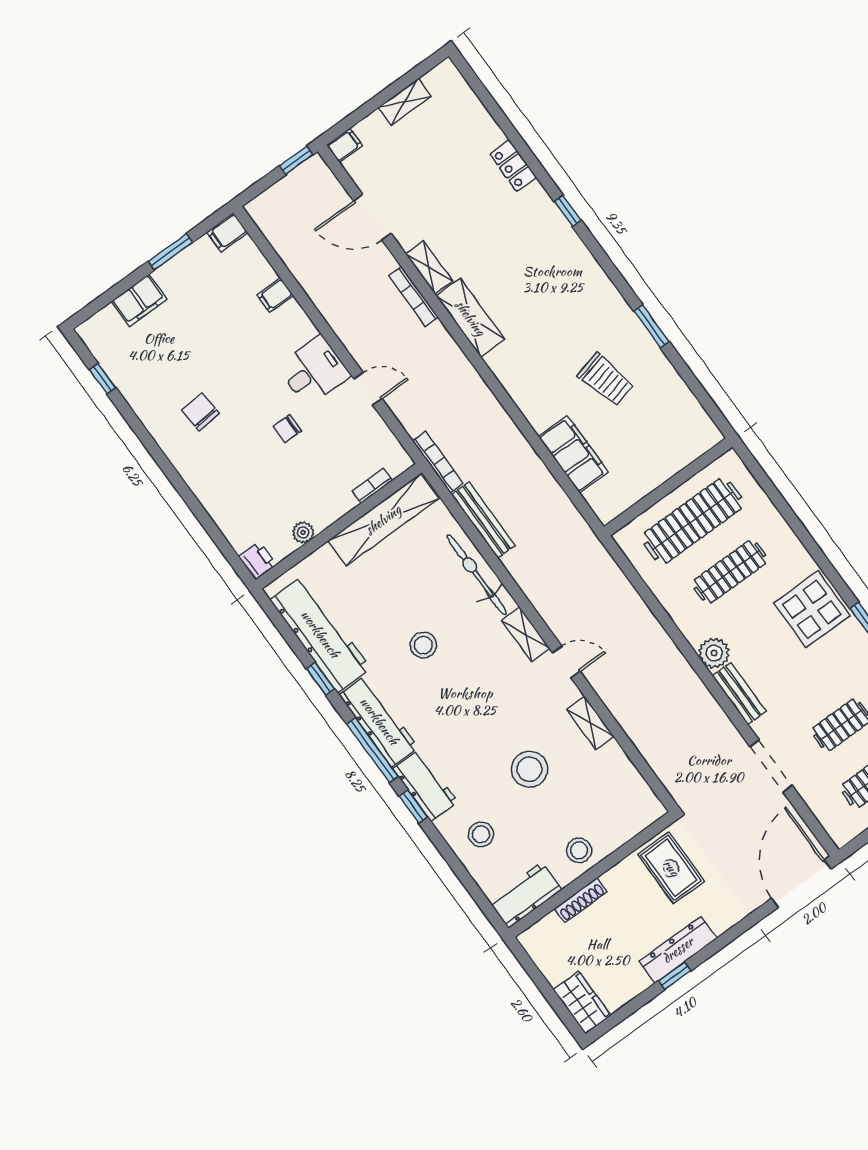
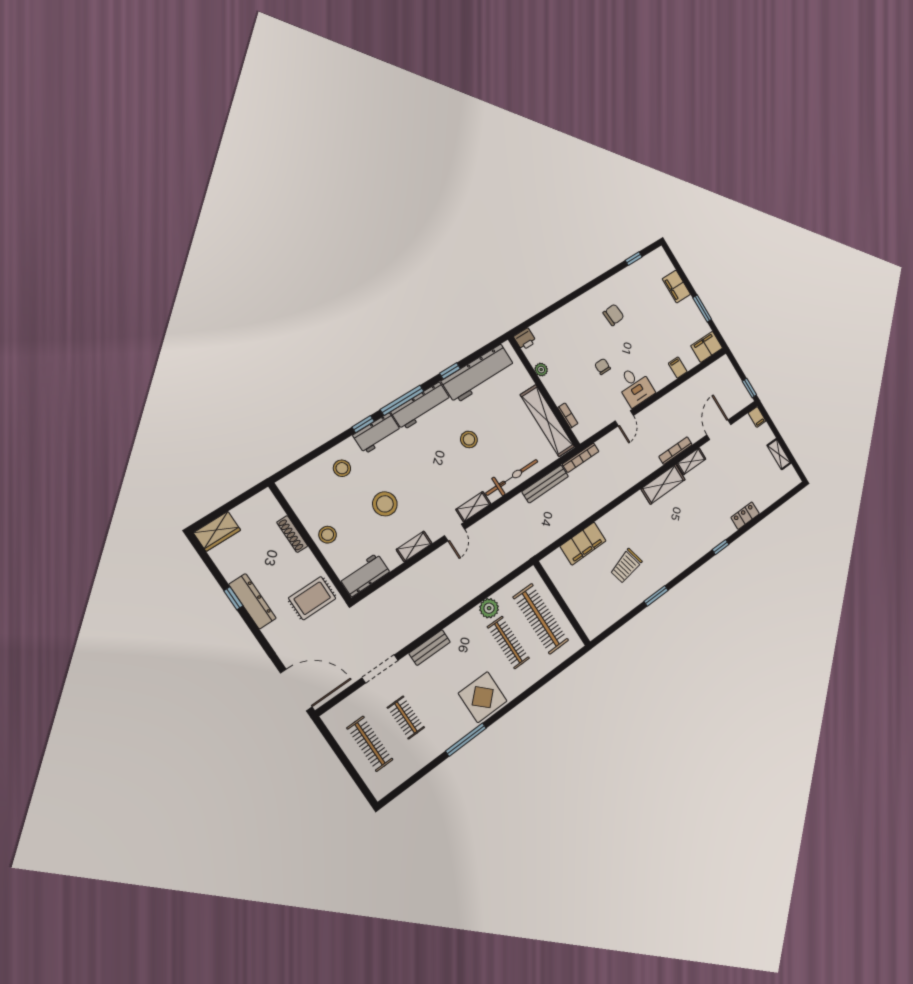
filing cabinet: (227, 232) -> (707, 347), width x2.00
plant: (714, 653) -> (489, 608), moved
workbench: (525, 895) -> (364, 575), moved, turned -90

